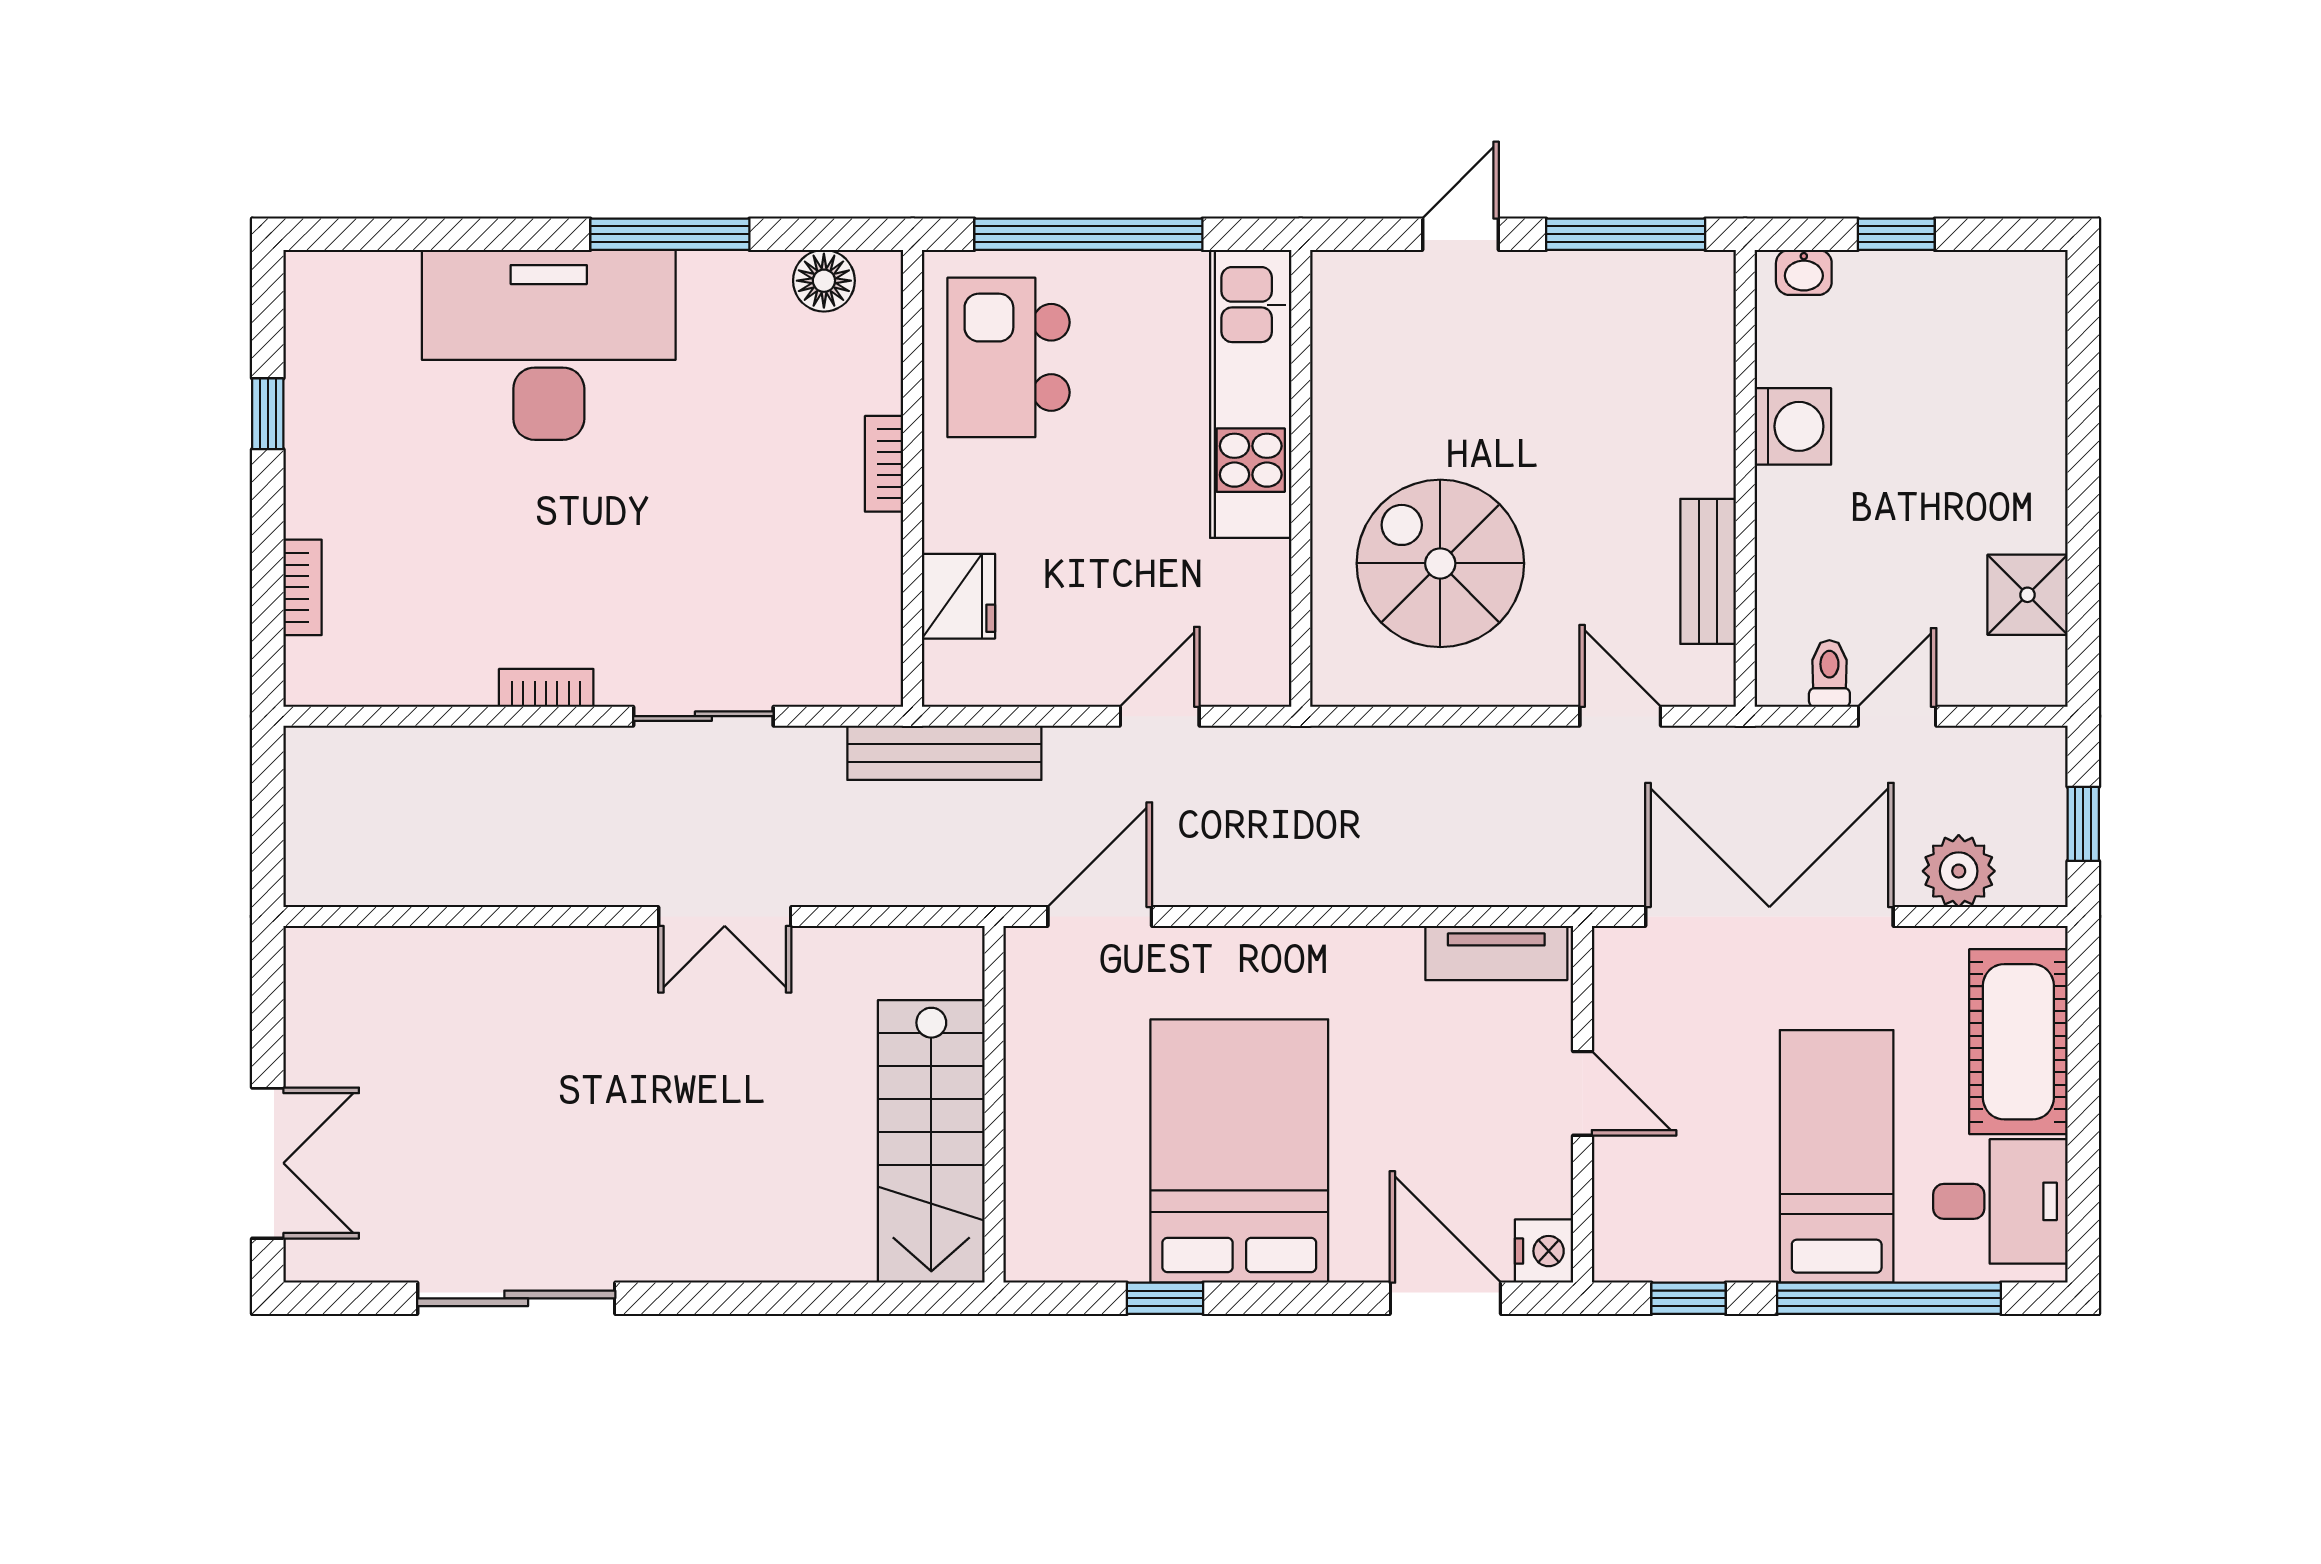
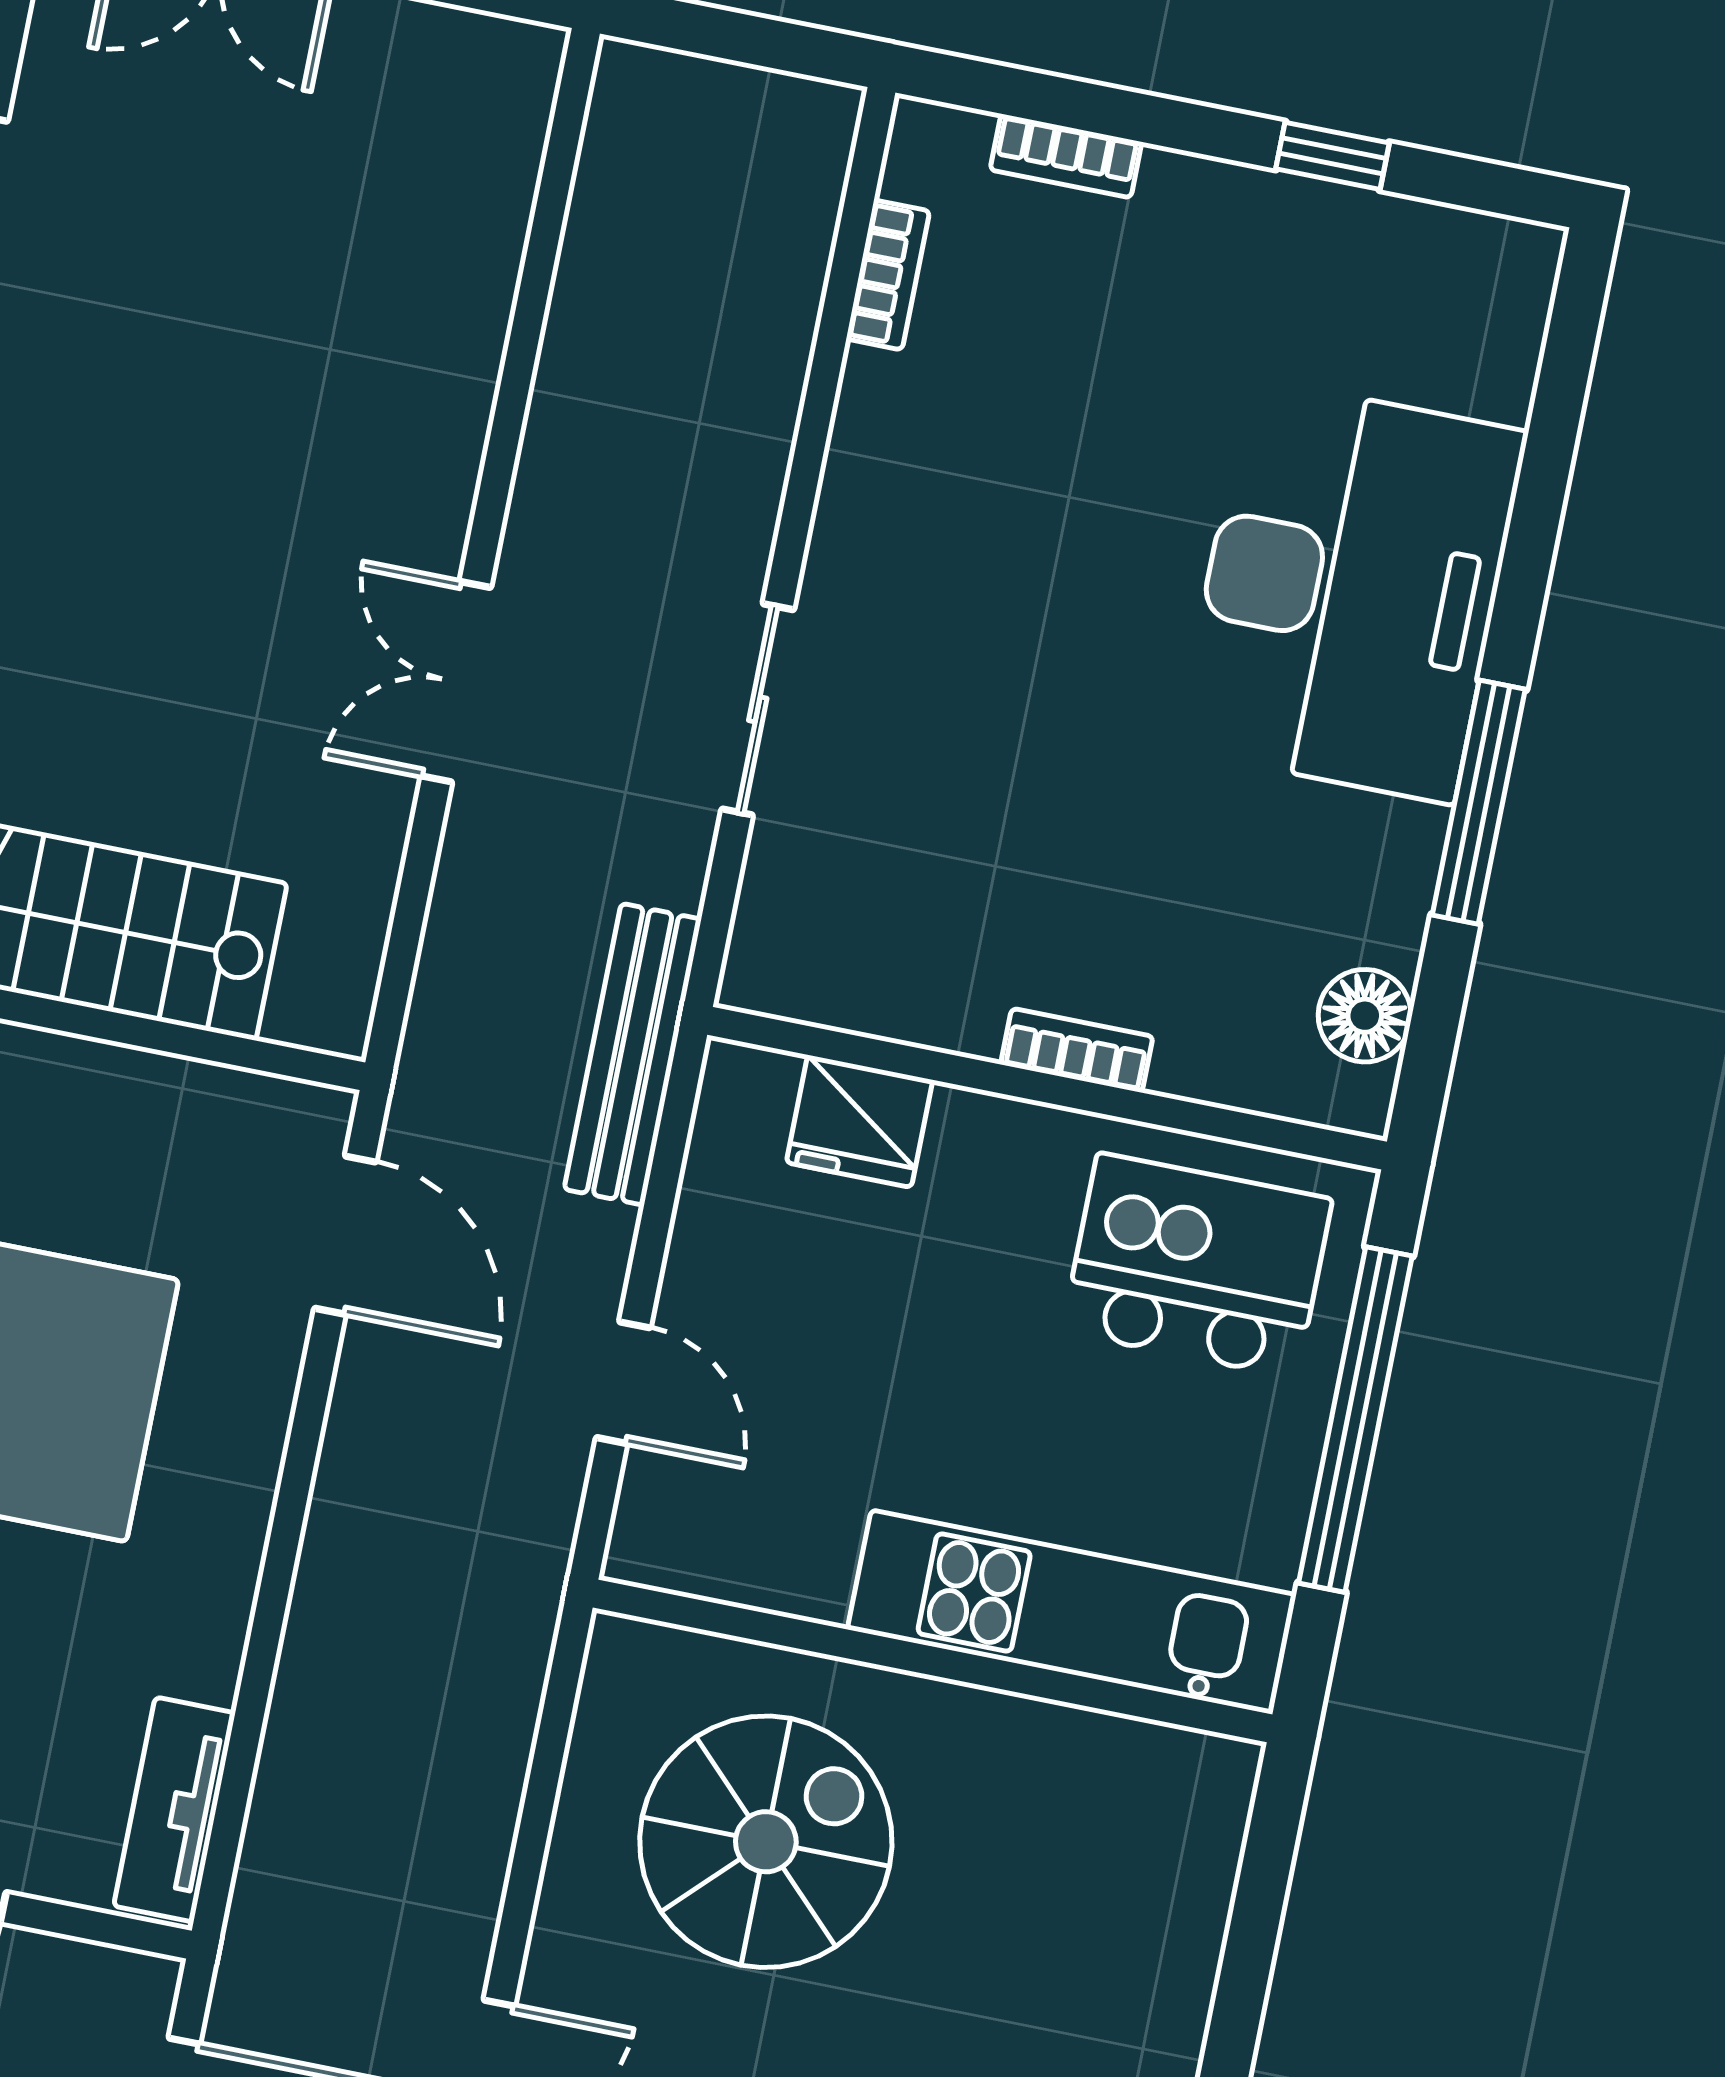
door: (1461, 234) -> (1246, 1969), removed
bookcase: (546, 688) -> (888, 275), moved

